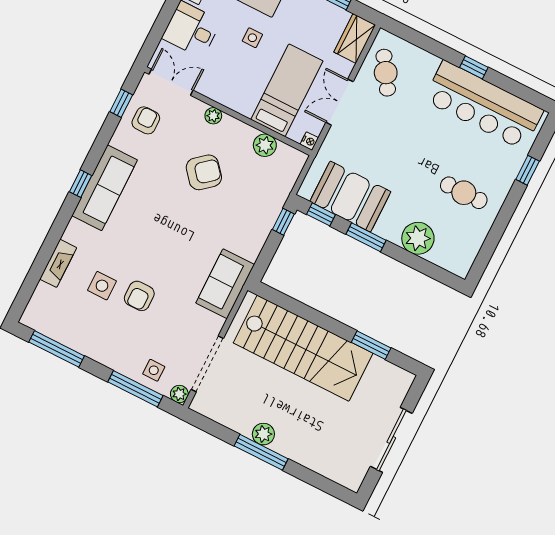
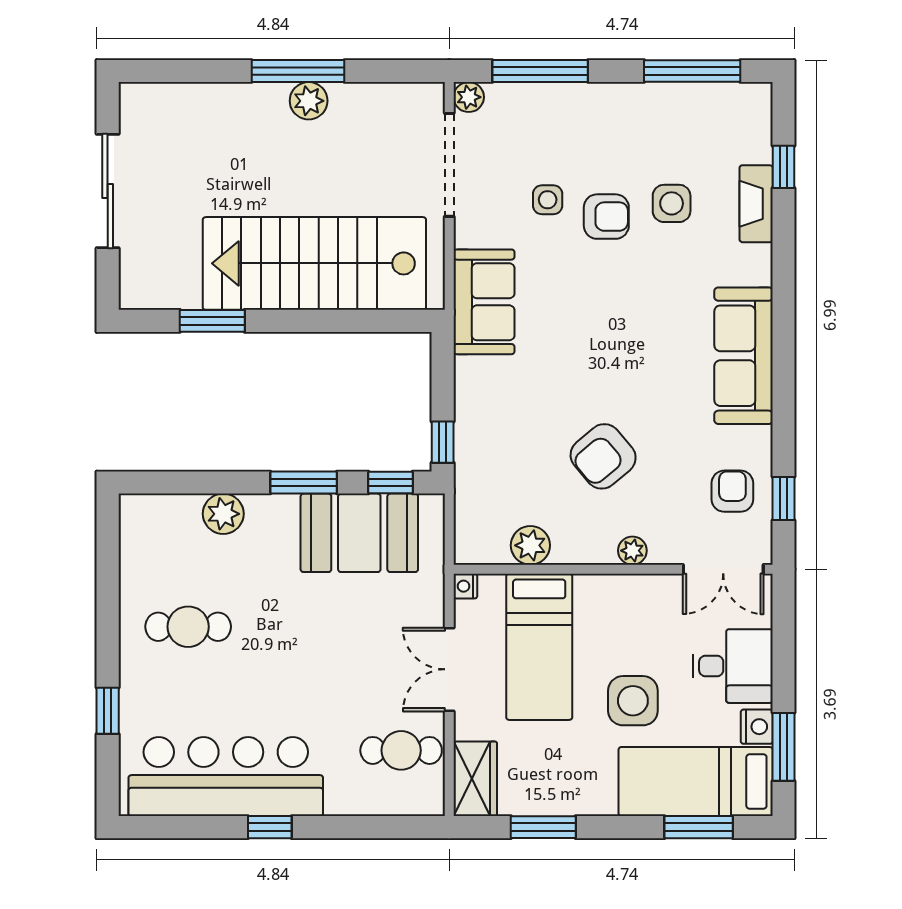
side table: (252, 38) -> (633, 701), width x1.87, depth x1.87
cafe table: (386, 73) -> (401, 750), turned -57
double door: (340, 102) -> (449, 669), swing flipped
armchair: (146, 120) -> (732, 491), turned 180
window: (81, 184) -> (784, 167), moved
plant: (418, 238) -> (223, 514), width x0.73, depth x0.73
armchair: (139, 296) -> (606, 217), turned 90
side table: (154, 370) -> (548, 200), moved

